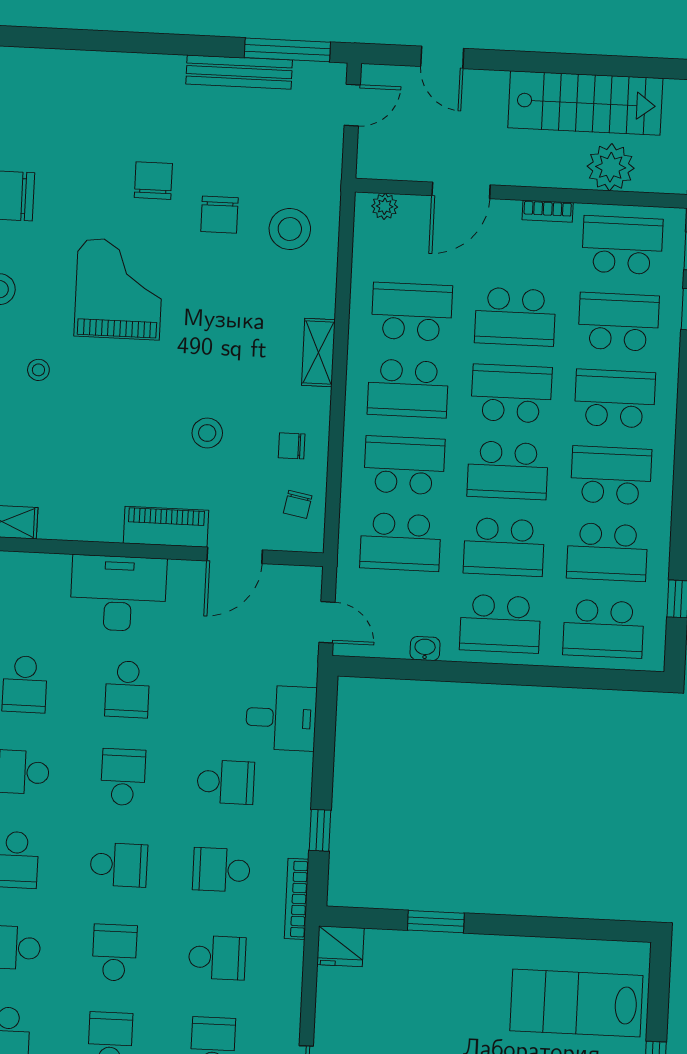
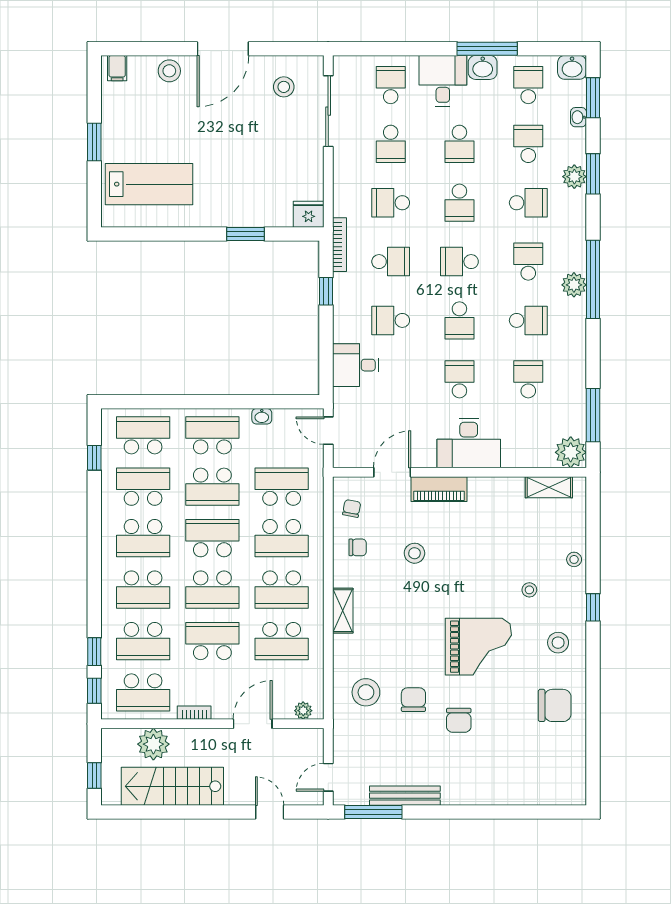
grand piano: (119, 289) -> (478, 647), turned -90
school desk: (408, 388) -> (282, 590), turned 180
school desk: (504, 547) -> (212, 487), turned 180

